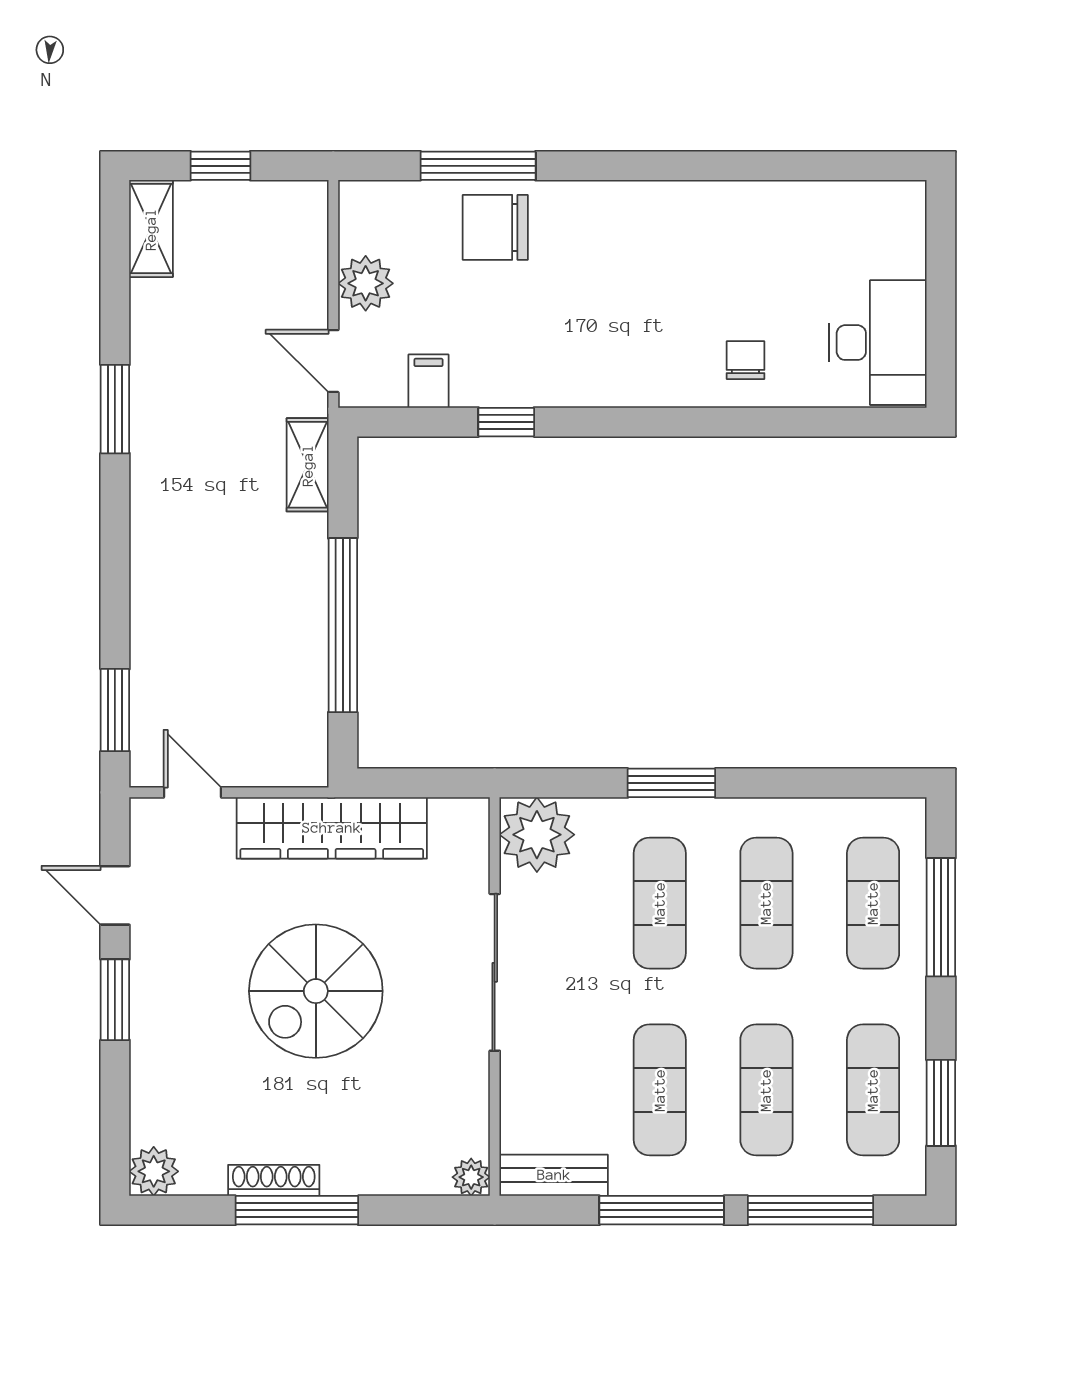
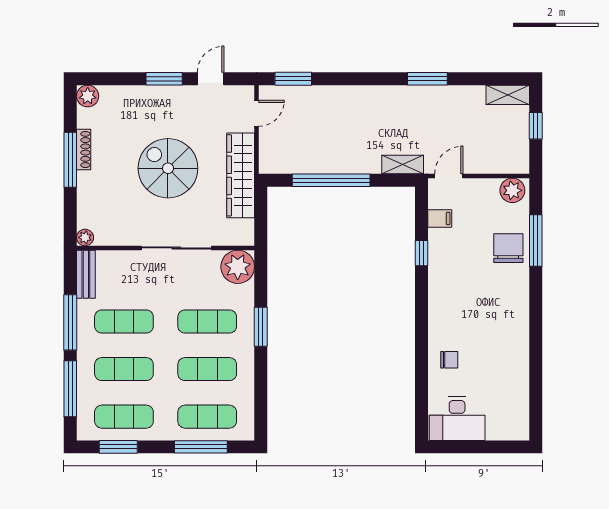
plant: (366, 283) -> (512, 190), moved

